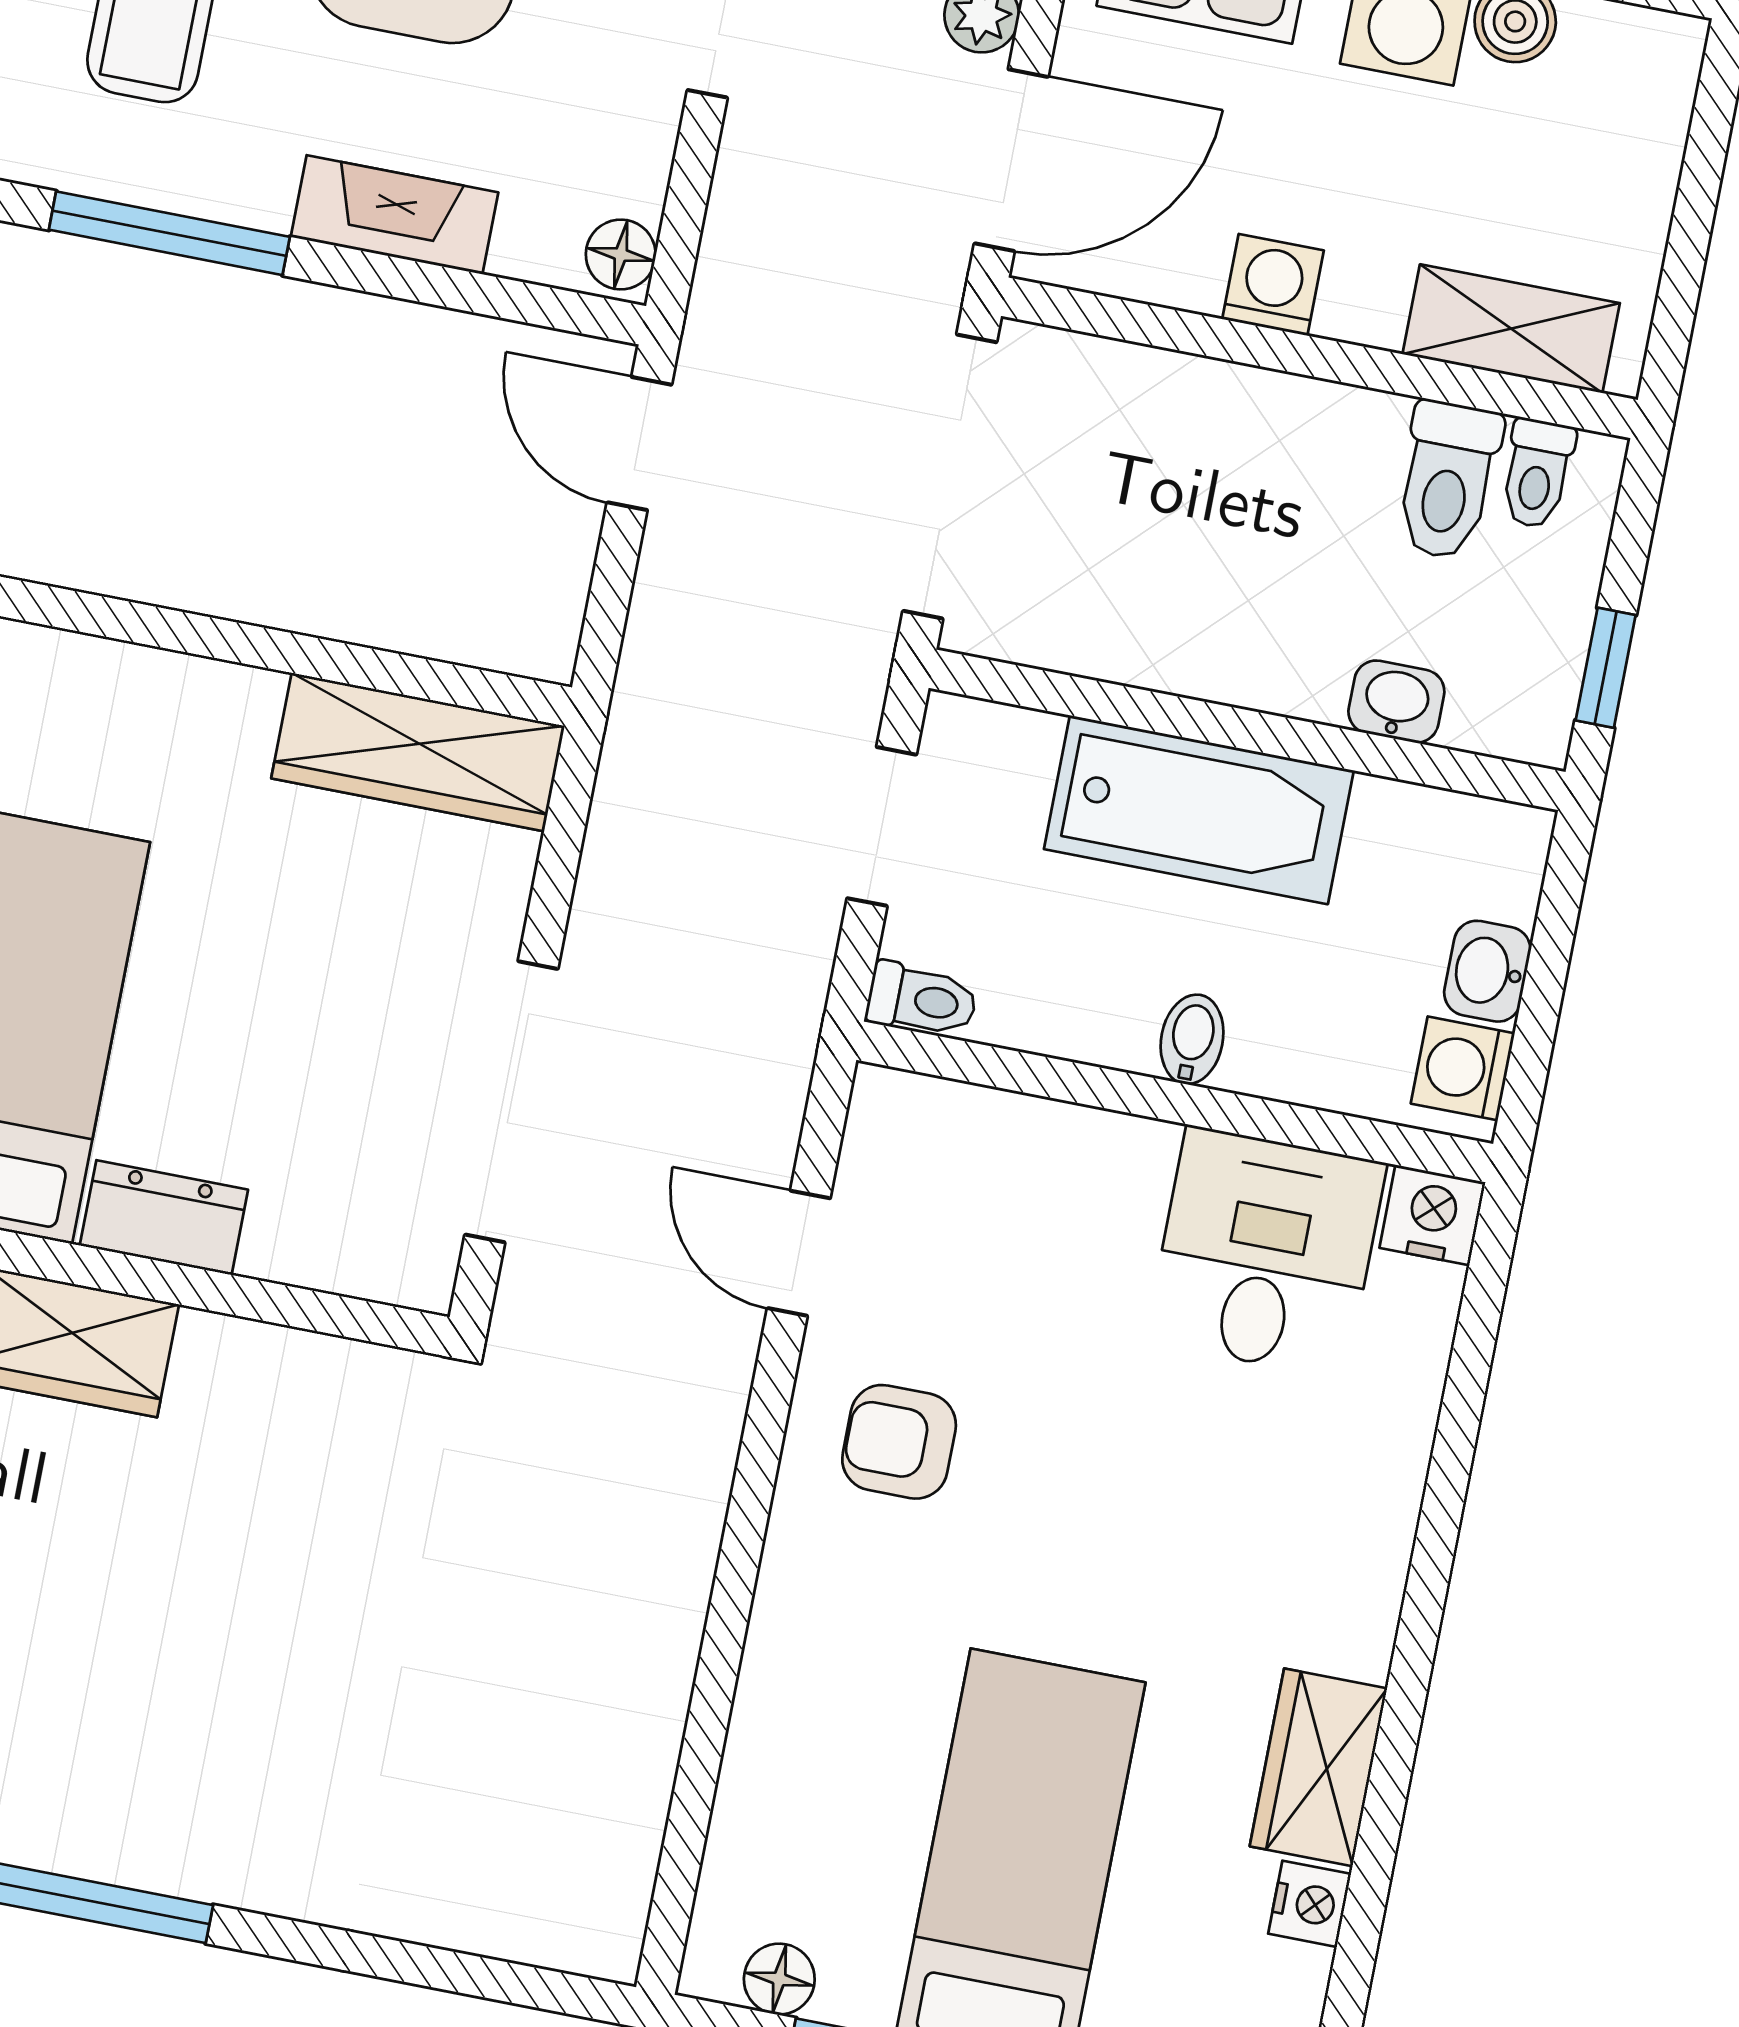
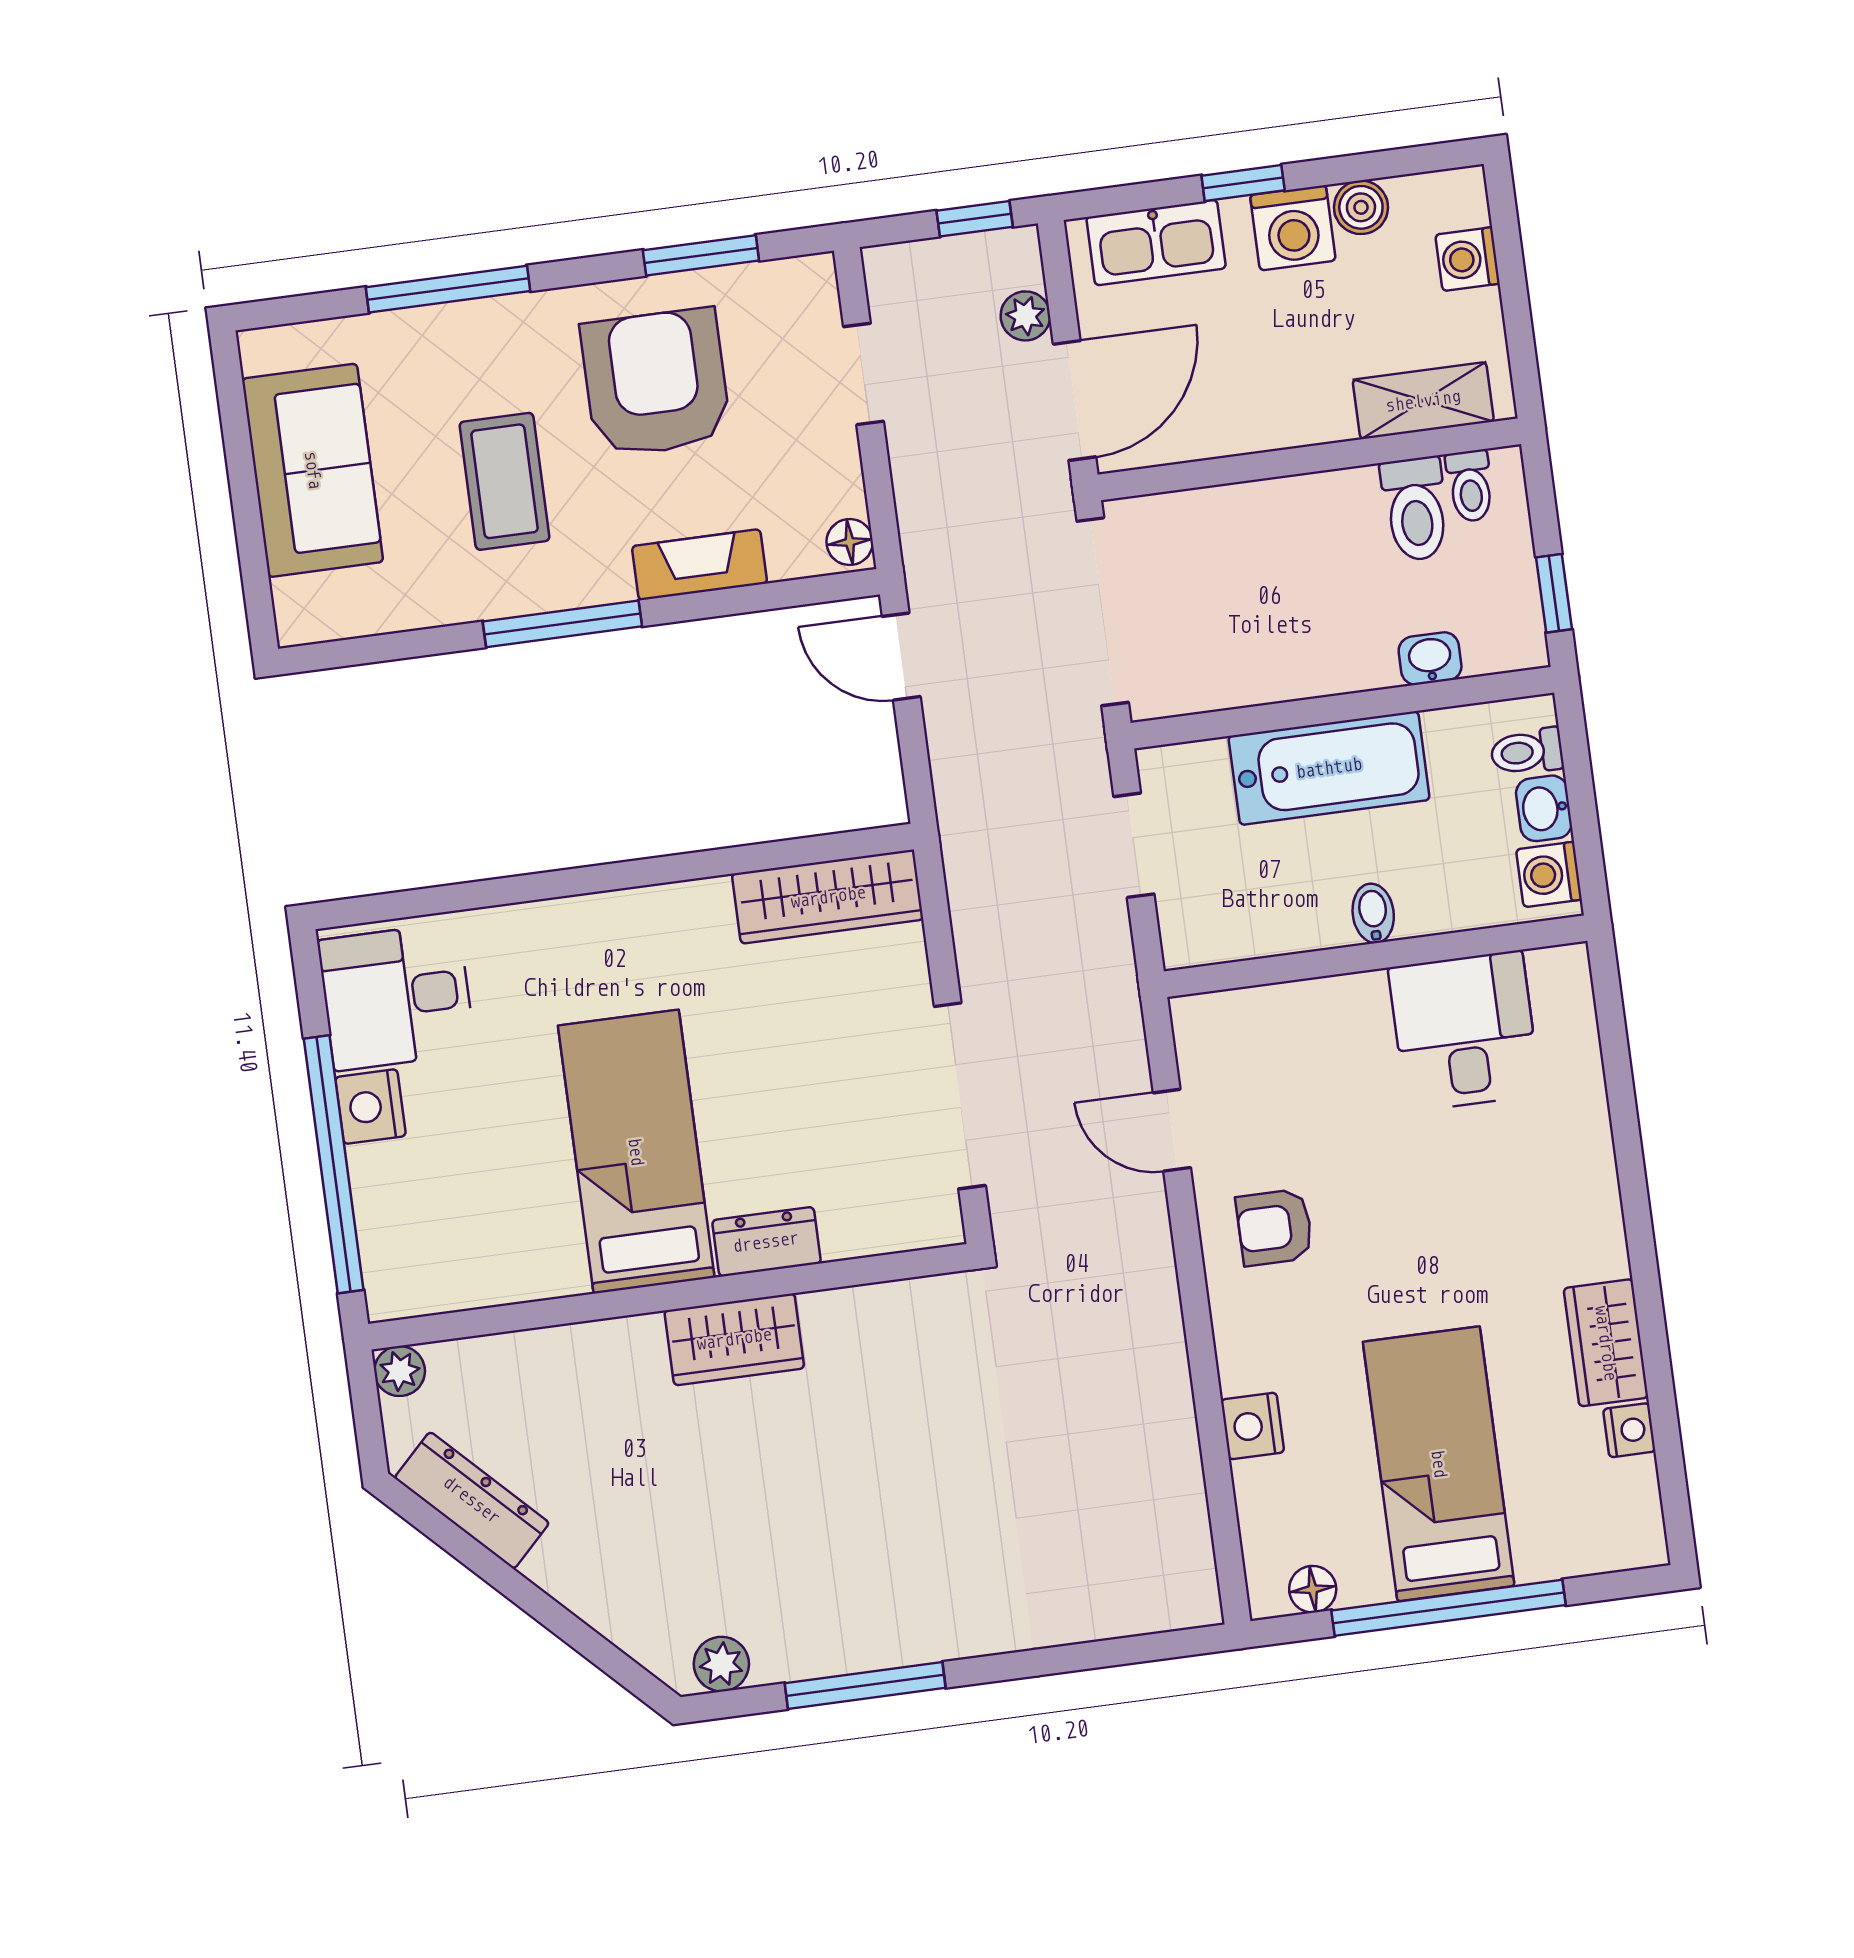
washing machine: (1273, 285) -> (1467, 259), moved, turned -90
toilet: (922, 1000) -> (1527, 752), moved, turned 180
nightstand: (1433, 1215) -> (1253, 1426), moved, turned -90

